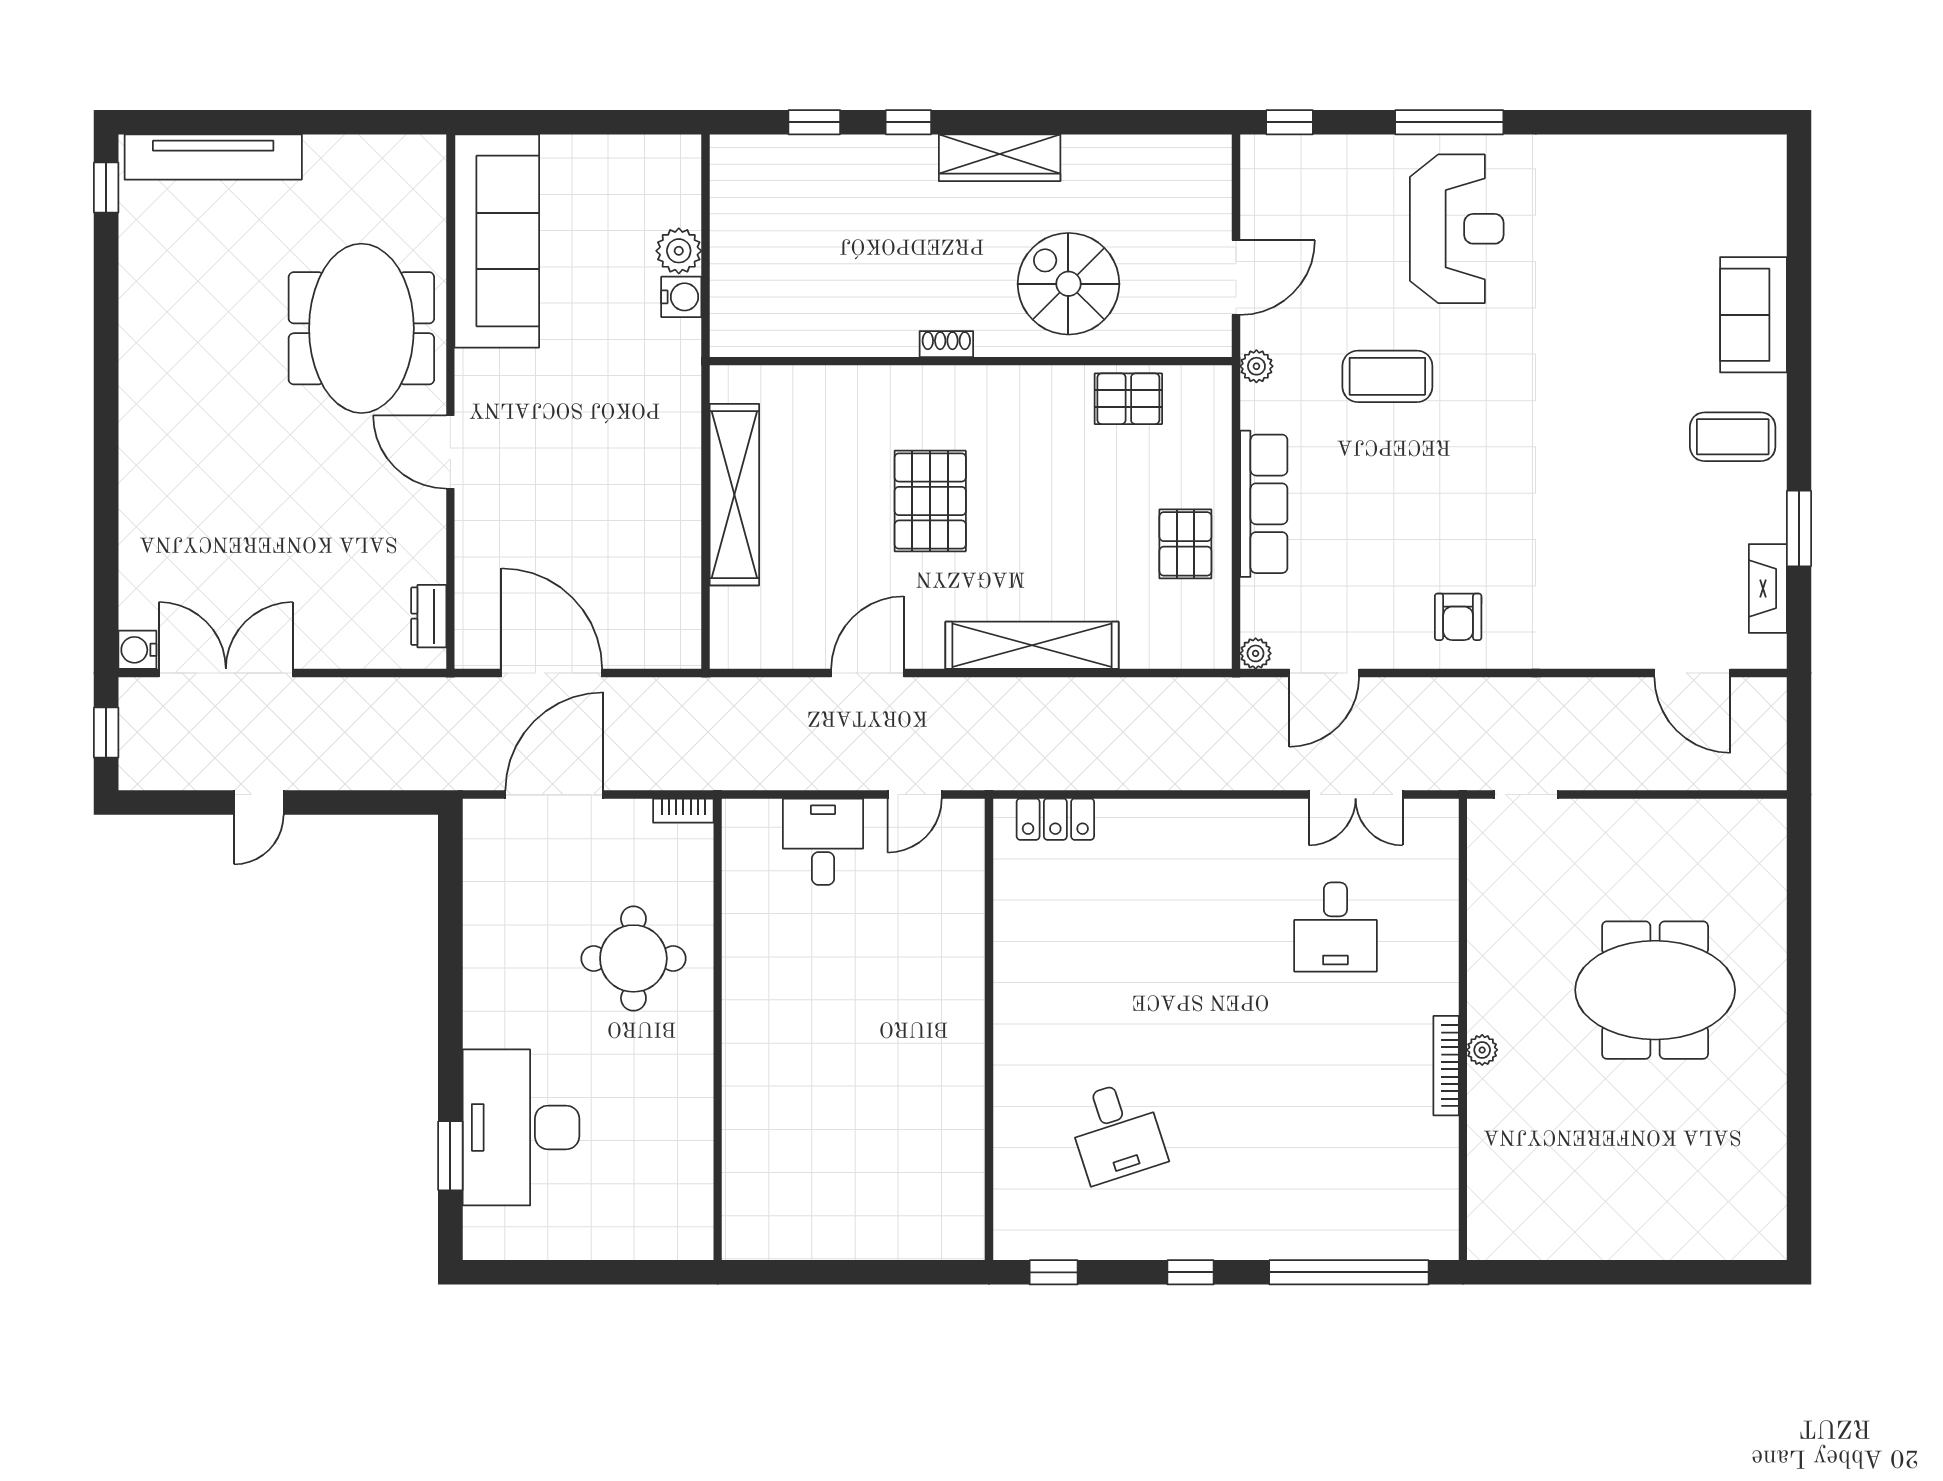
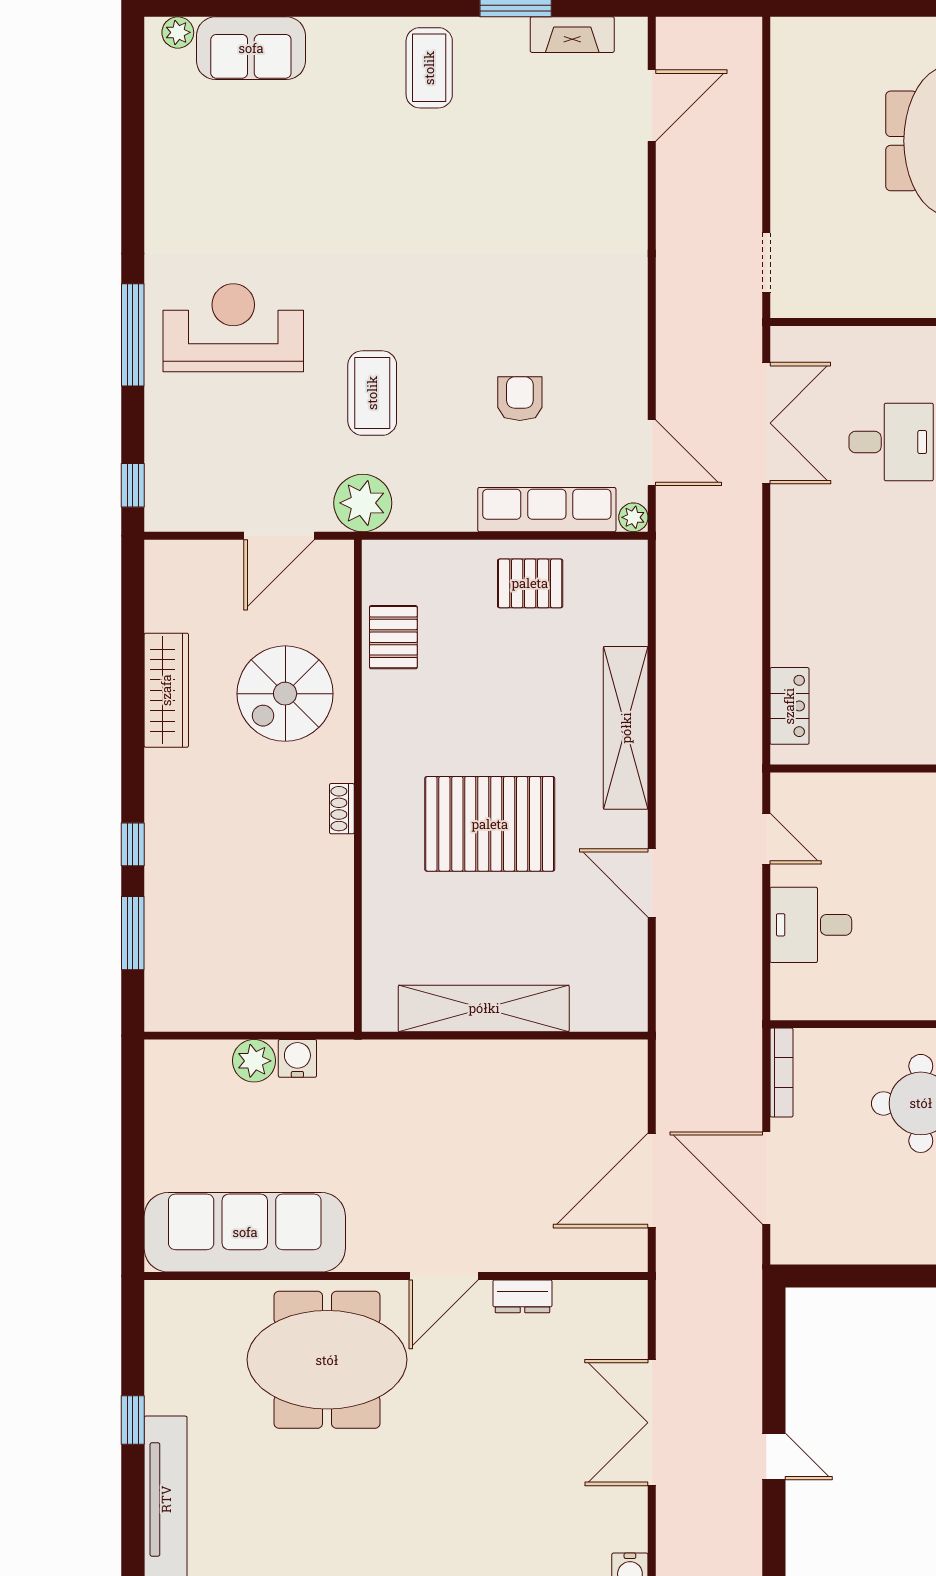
window: (298, 122) -> (133, 1420), added
window: (814, 122) -> (133, 933), width x1.50
wardrobe: (1000, 158) -> (166, 690), moved
plant: (1770, 170) -> (178, 32), added
door: (1236, 278) -> (279, 536), swing flipped
sofa: (1753, 315) -> (251, 48), moved
plant: (1256, 366) -> (363, 503), width x1.88, depth x1.88
pallet: (930, 501) -> (490, 824), width x1.37, depth x1.41
row of seats: (1264, 504) -> (547, 510), moved
dresser: (429, 616) -> (522, 1296), moved
armchair: (1458, 617) -> (520, 399), moved, turned -90
double door: (226, 673) -> (652, 1423), moved
double door: (1356, 794) -> (766, 423), width x1.37
bookcase: (683, 811) -> (781, 1073), width x1.56

